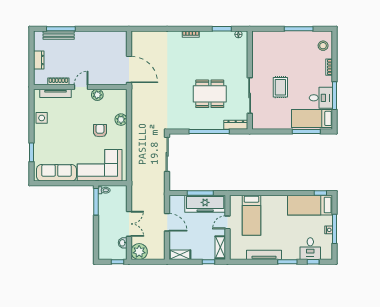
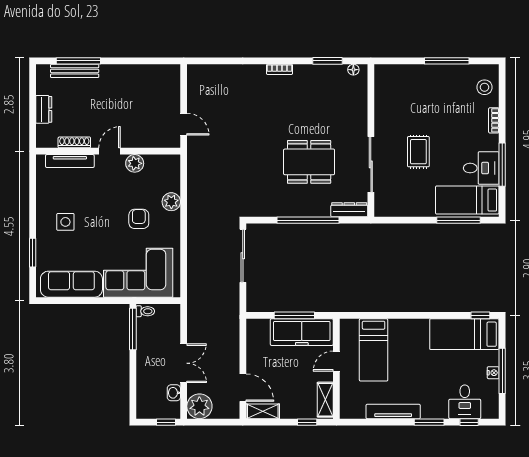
door: (129, 69) -> (184, 124), width x0.53
side table: (42, 118) -> (65, 222), moved
door: (167, 222) -> (243, 388), moved

